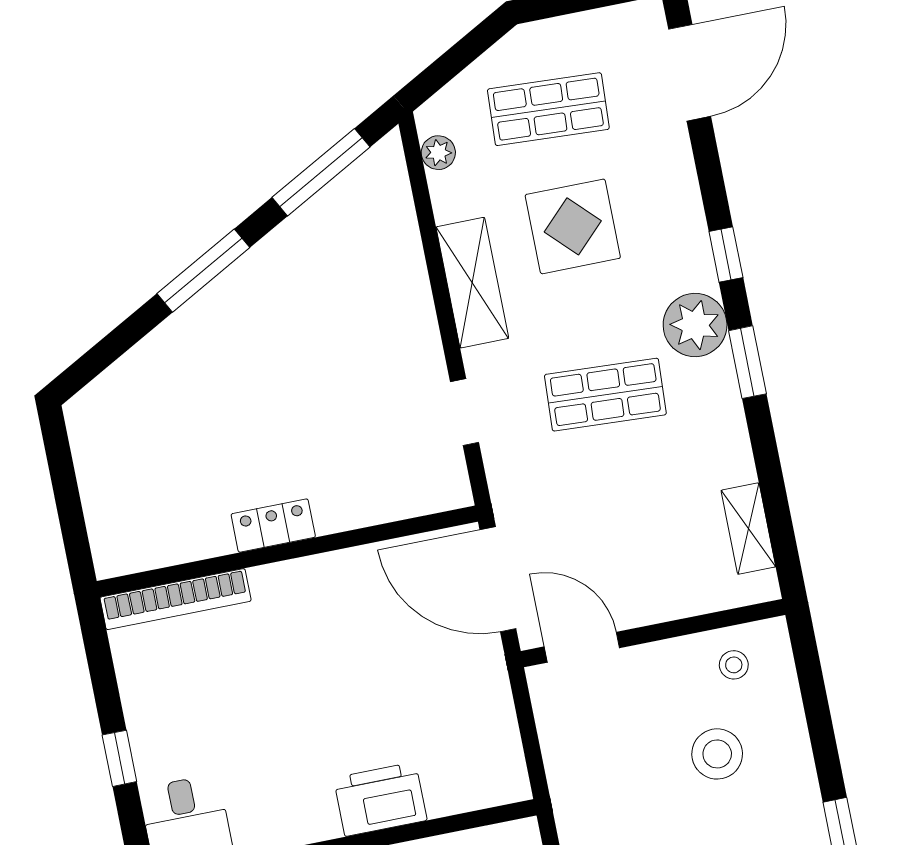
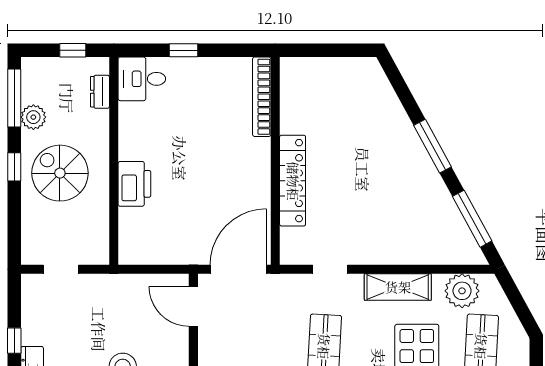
plant: (438, 153) -> (462, 291), width x1.88, depth x1.88
locker: (273, 526) -> (293, 181), width x2.16, depth x1.21
door: (582, 647) -> (193, 306), swing flipped

